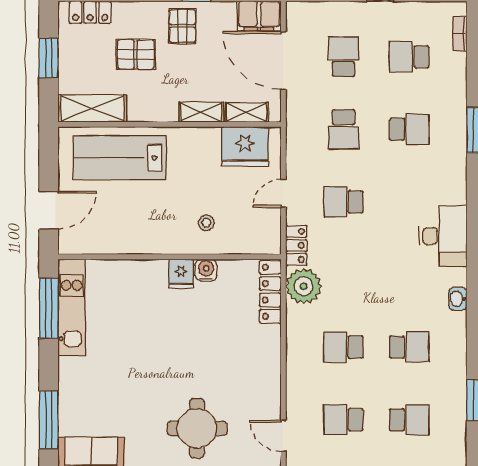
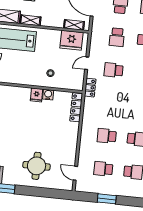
shelving: (201, 112) -> (30, 20), moved
plant: (304, 286) -> (92, 106), removed

